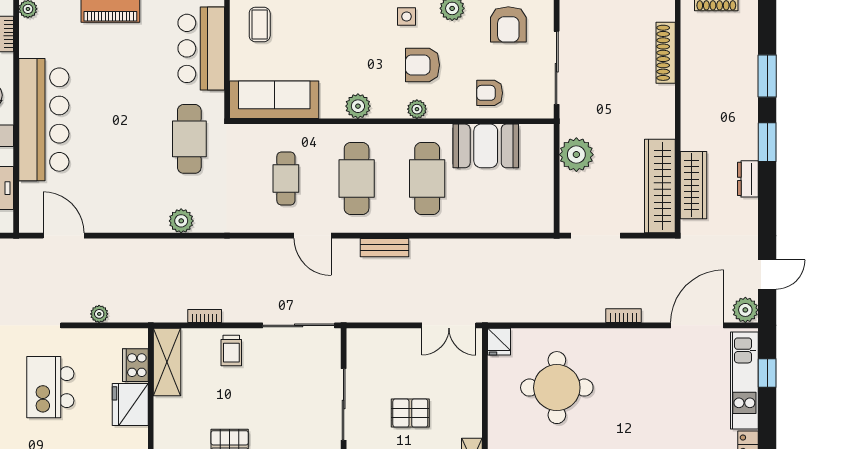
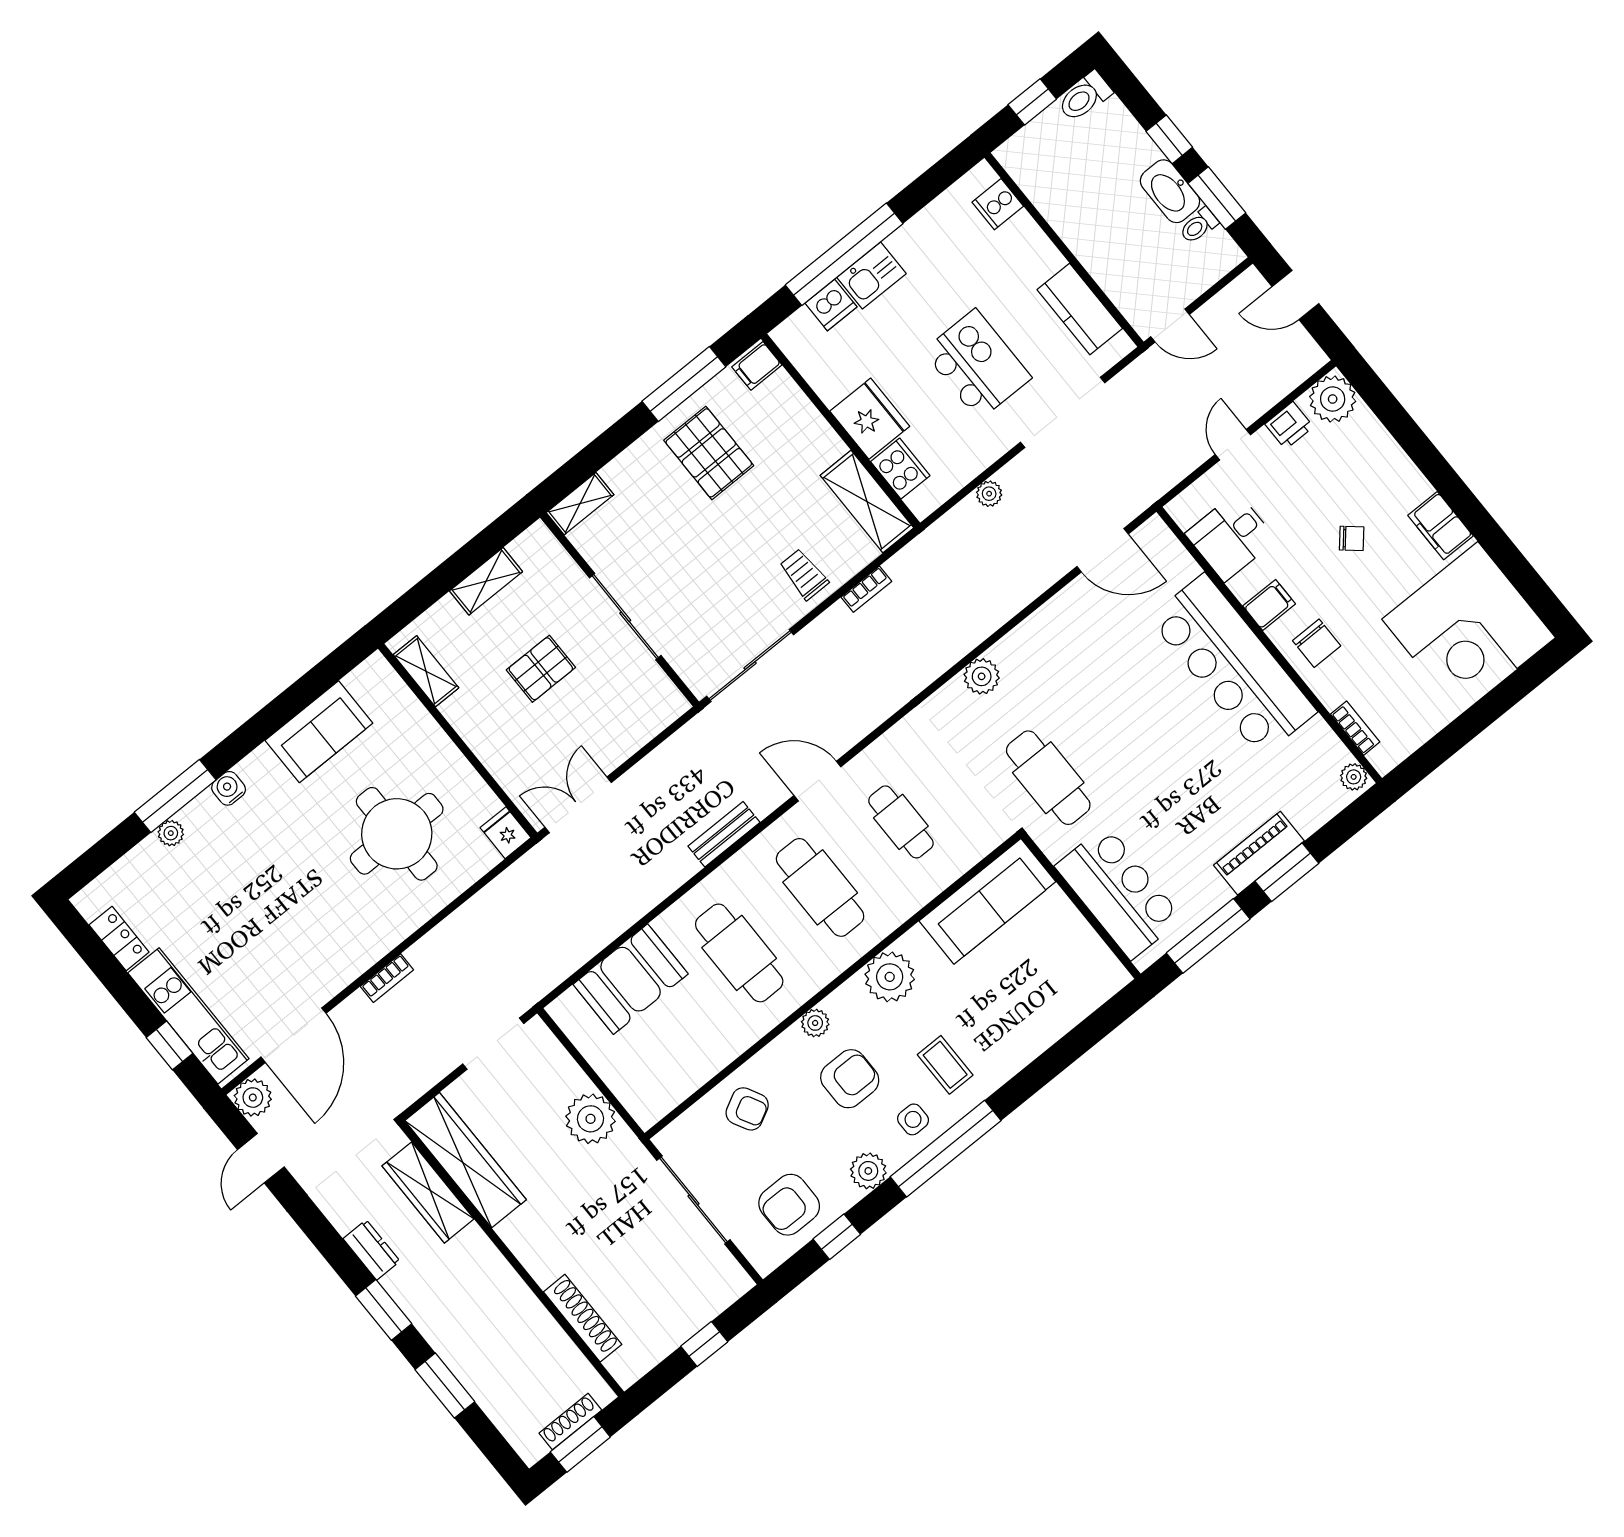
armchair: (508, 24) -> (789, 1205), turned -90
coffee table: (260, 25) -> (945, 1065), moved
armchair: (490, 93) -> (747, 1109), turned 62
plant: (358, 106) -> (890, 977), width x1.36, depth x1.36
booth: (486, 146) -> (631, 979), moved

